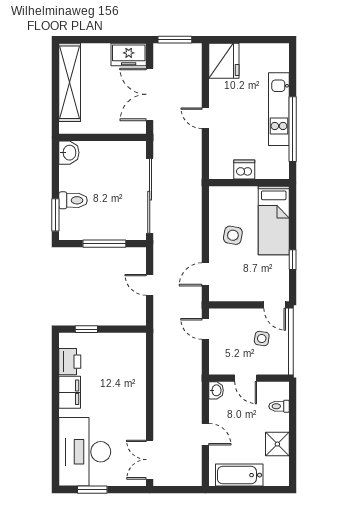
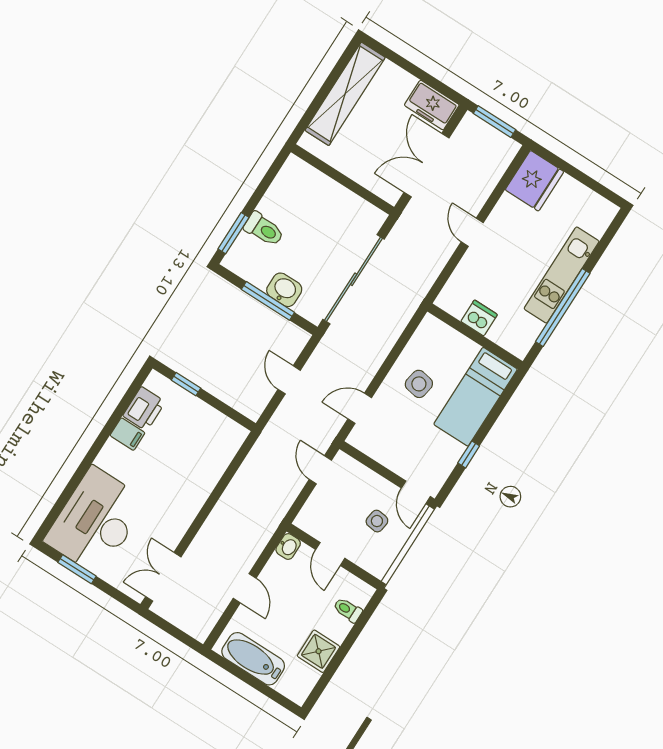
washbasin: (69, 153) -> (284, 290), moved, turned -90
filing cabinet: (70, 392) -> (127, 434), width x0.50

